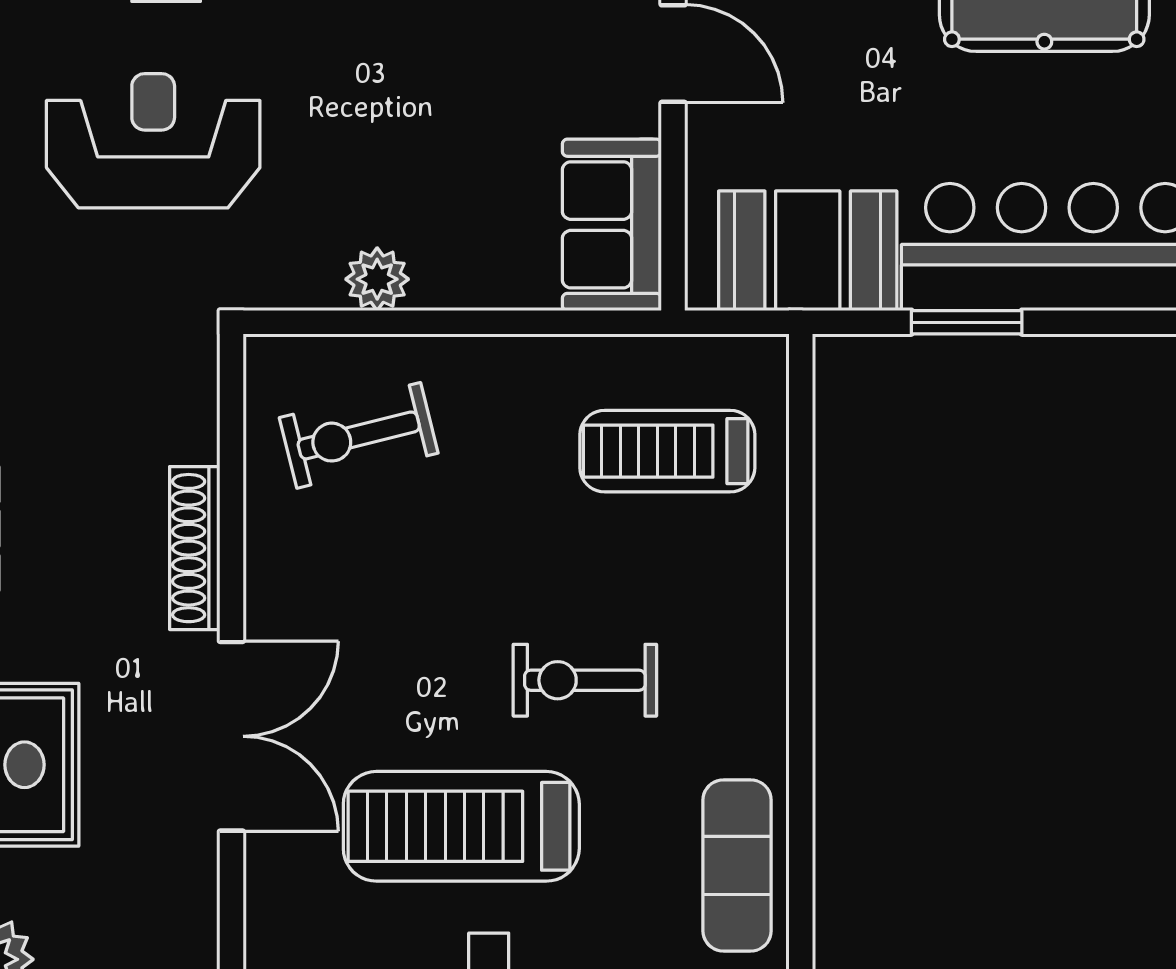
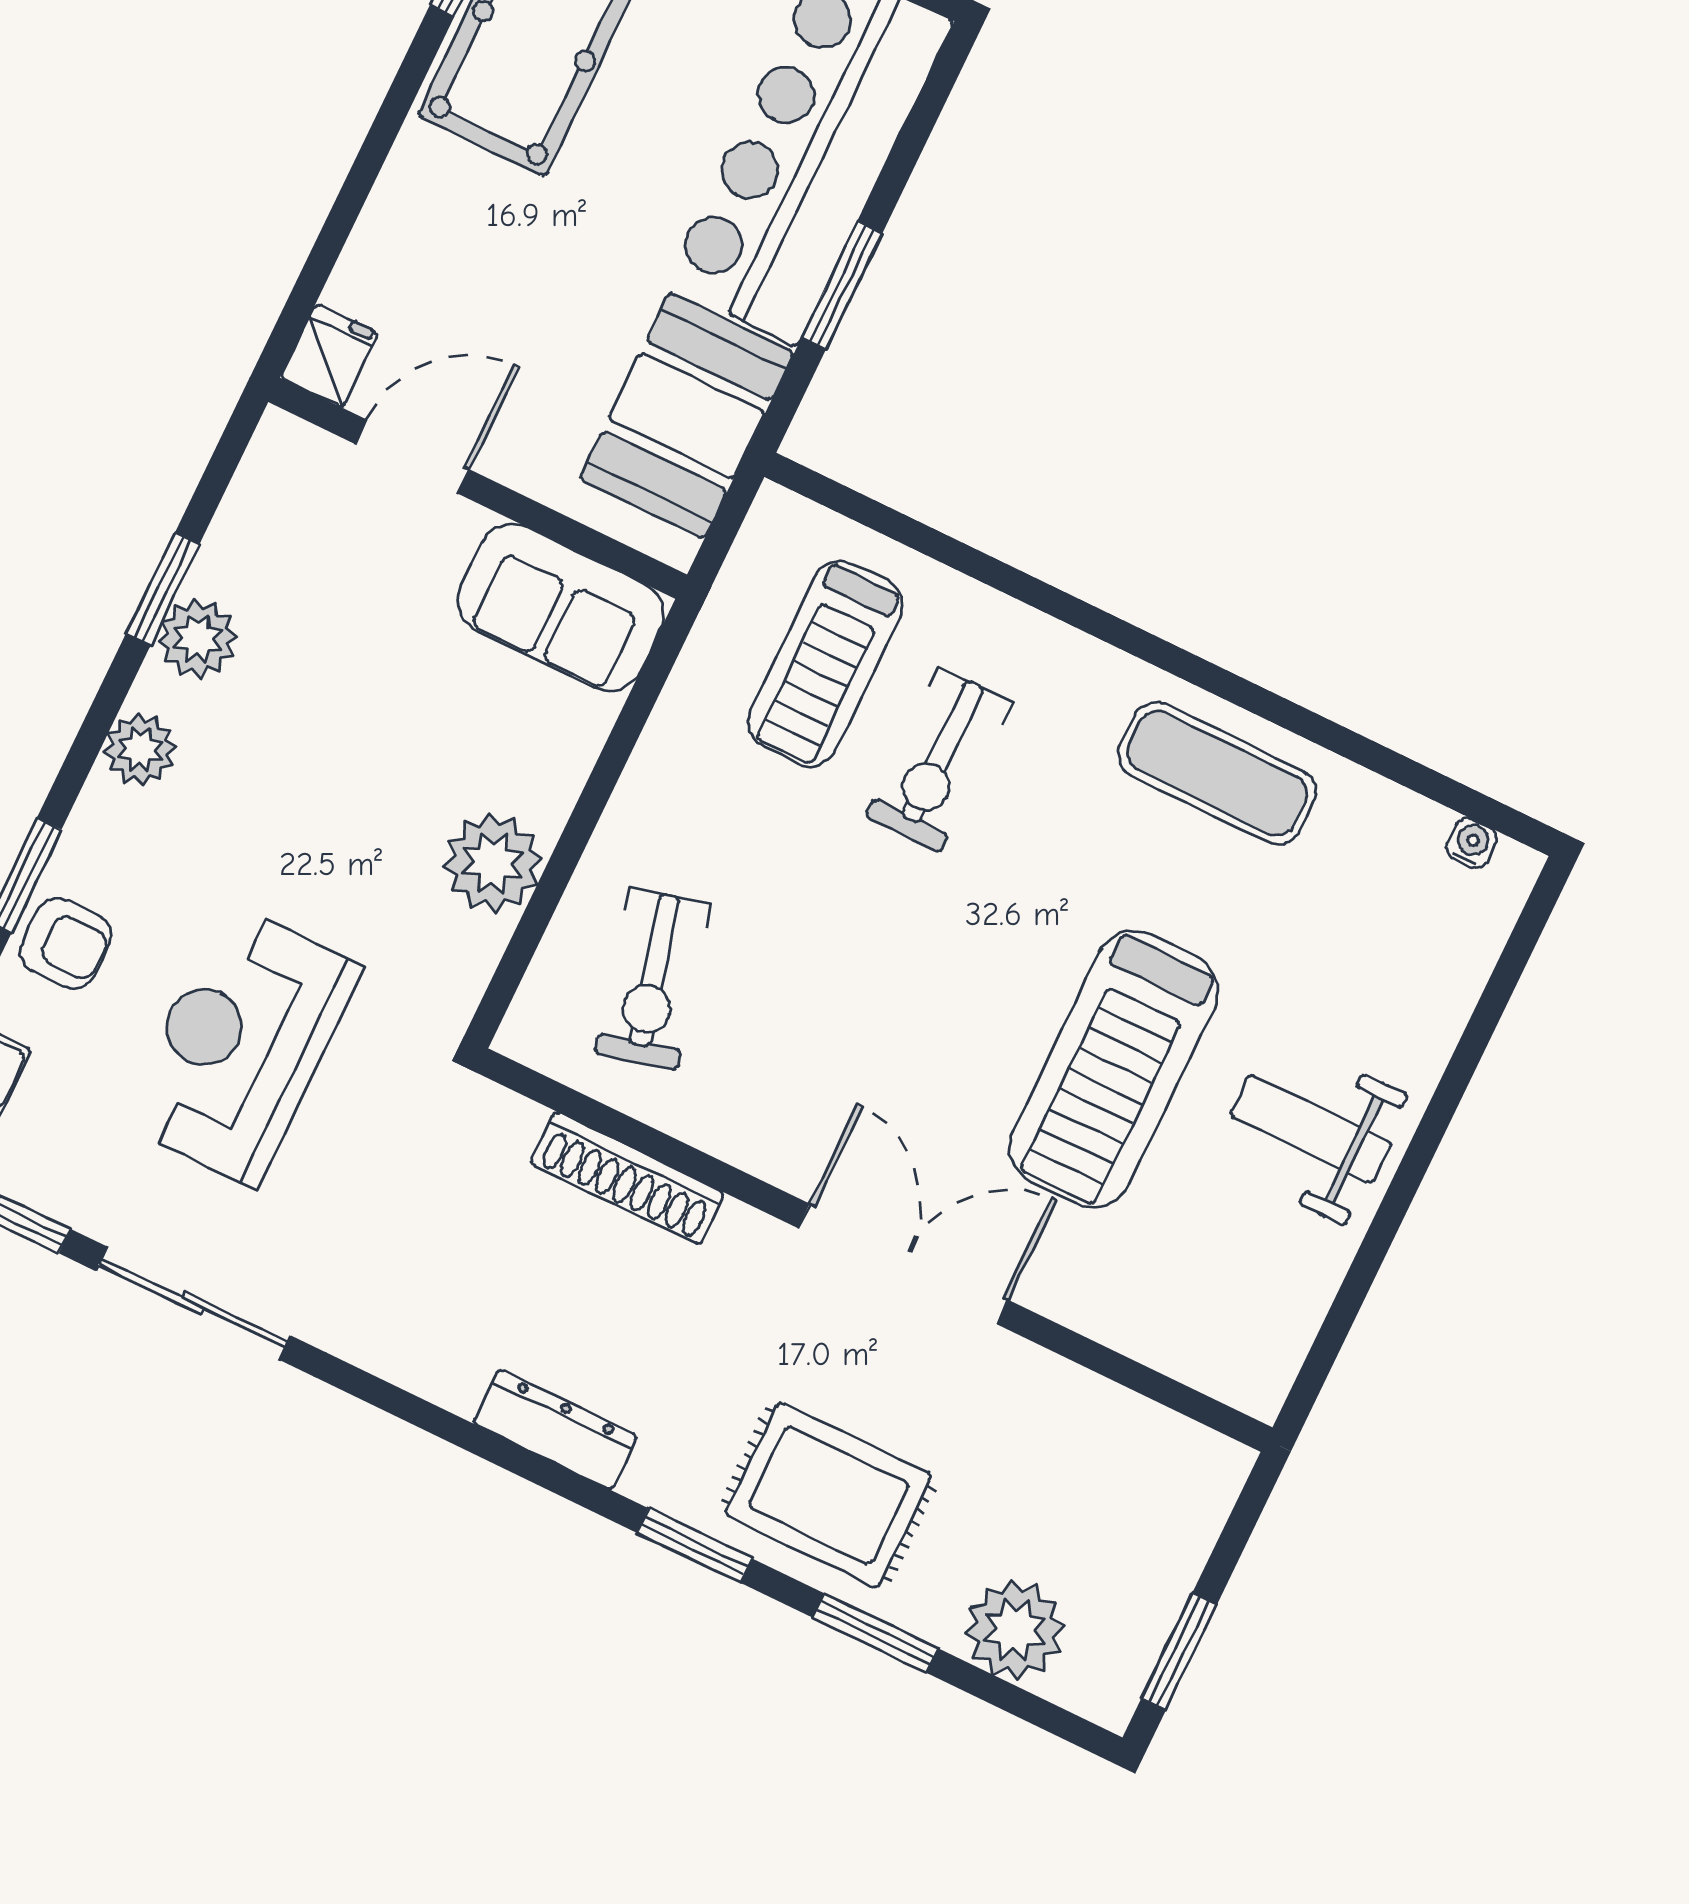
plant: (377, 279) -> (493, 863), width x1.36, depth x1.36
shoe rack: (195, 548) -> (628, 1178), moved
exercise bike: (585, 680) -> (939, 760), moved
exercise mat: (737, 865) -> (1217, 773), moved

